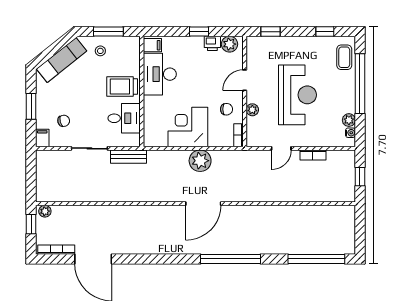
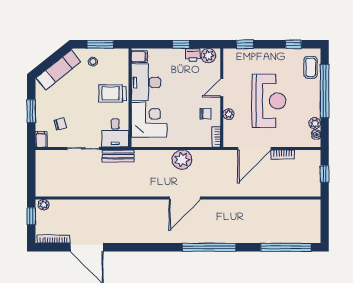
desk: (124, 118) -> (115, 133), moved, turned 90
corner desk: (188, 127) -> (149, 120), moved, turned 90
door: (281, 148) -> (254, 149), width x1.88

